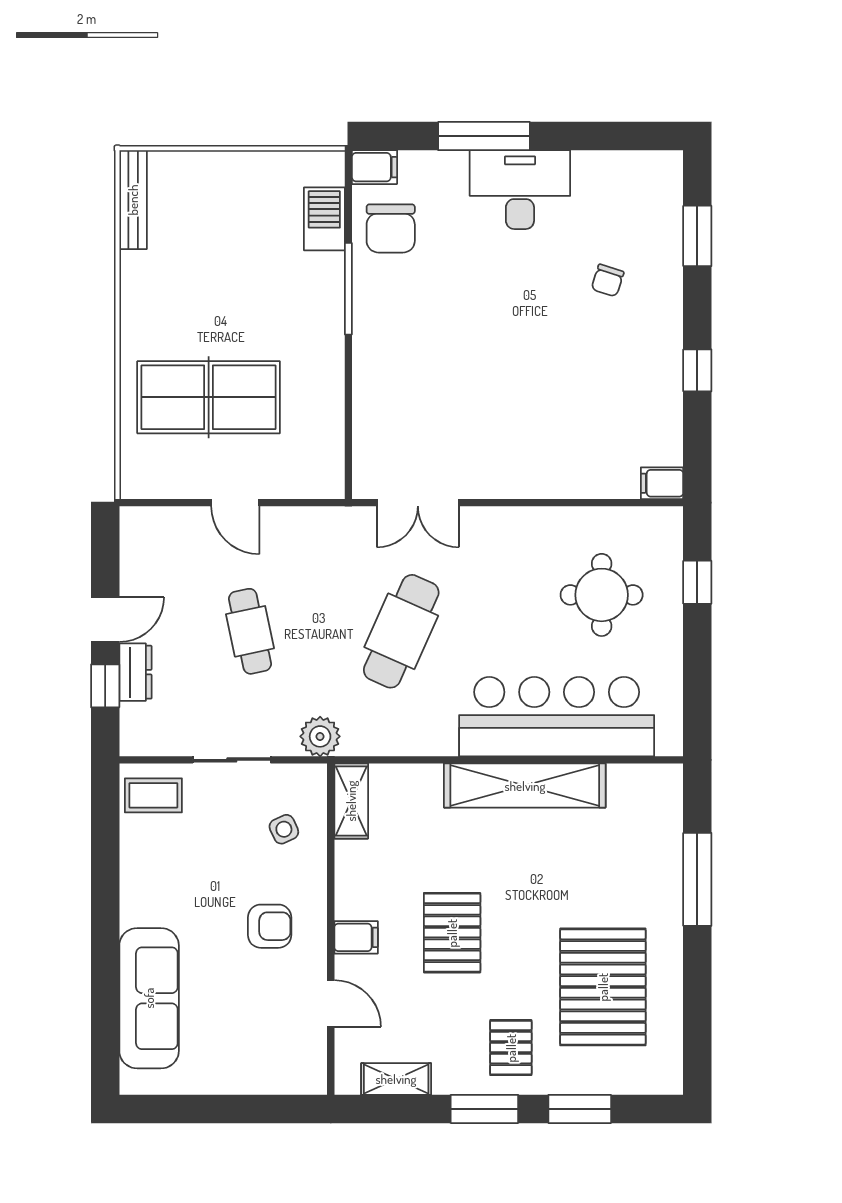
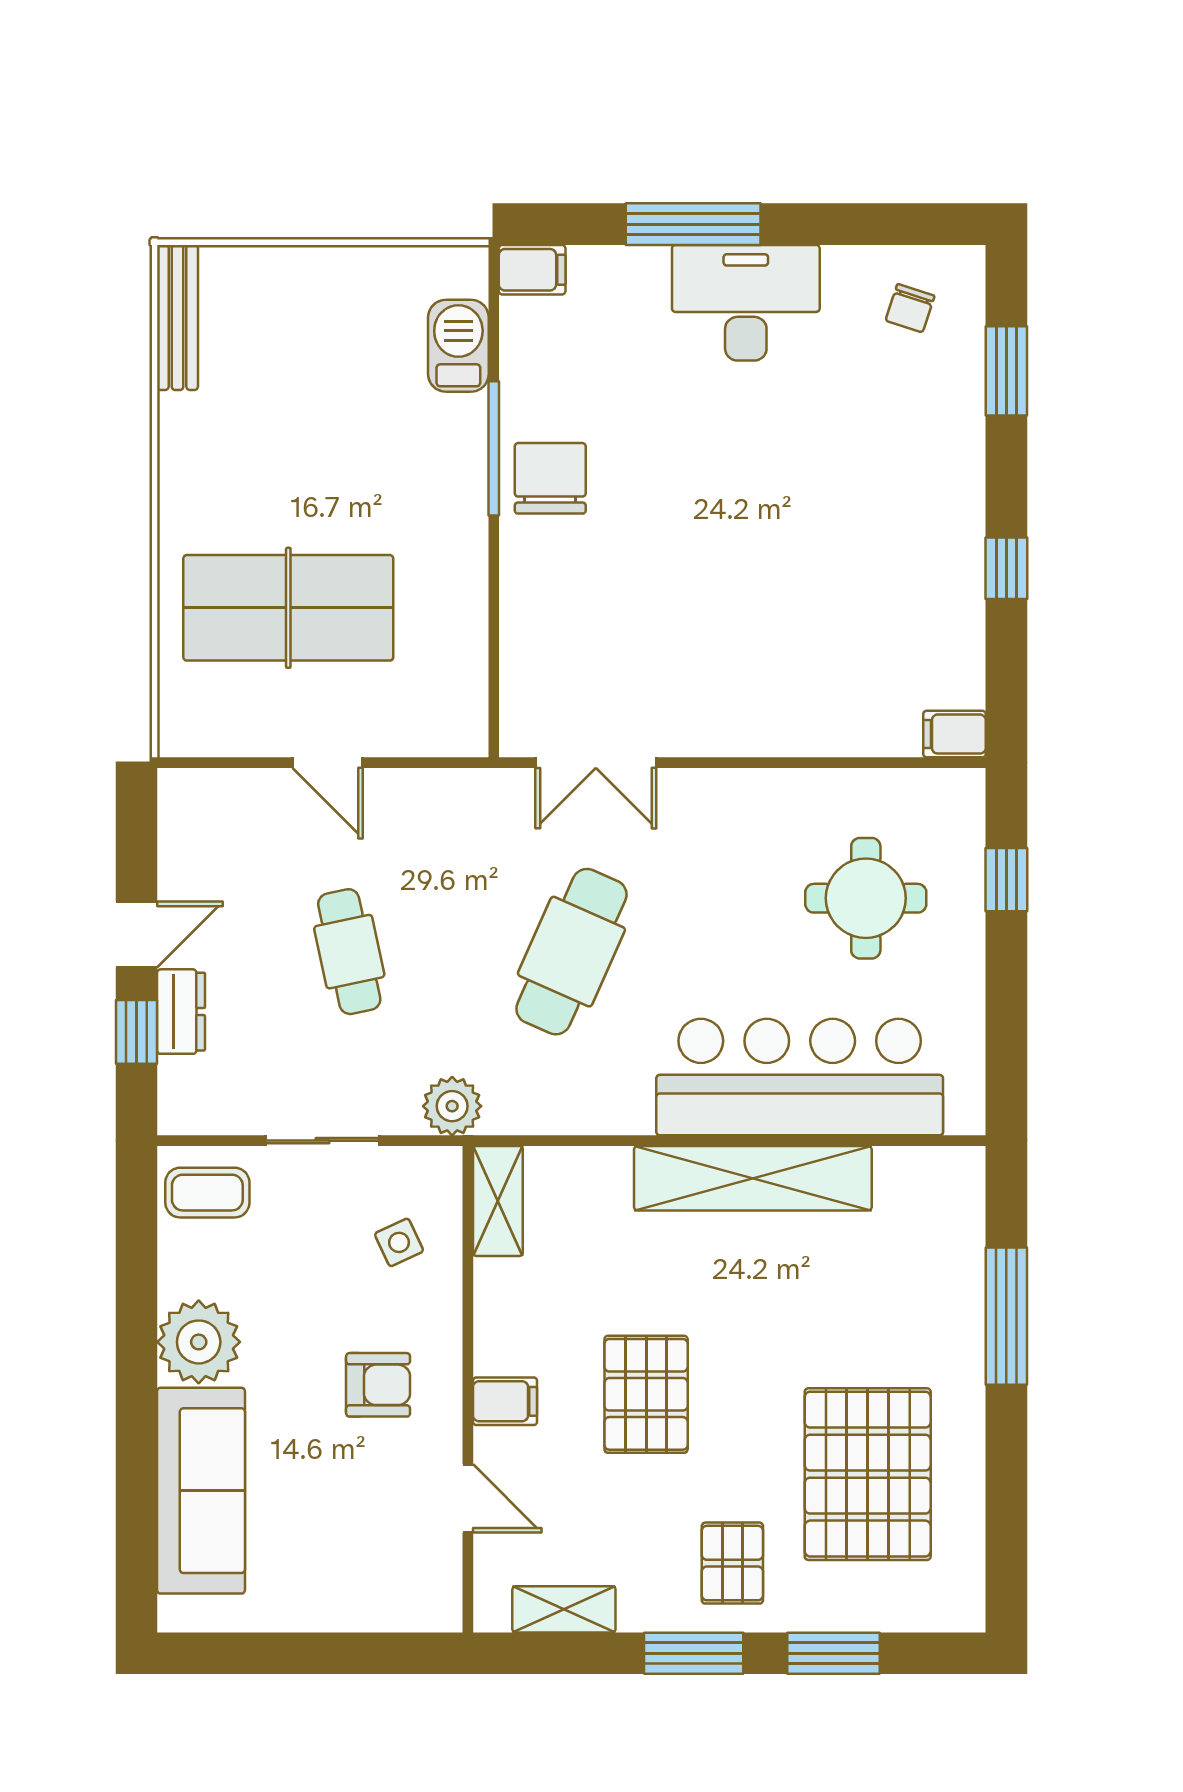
chair: (391, 228) -> (550, 478), moved, turned 180
chair: (608, 280) -> (910, 308), moved
plant: (147, 897) -> (199, 1342), added

